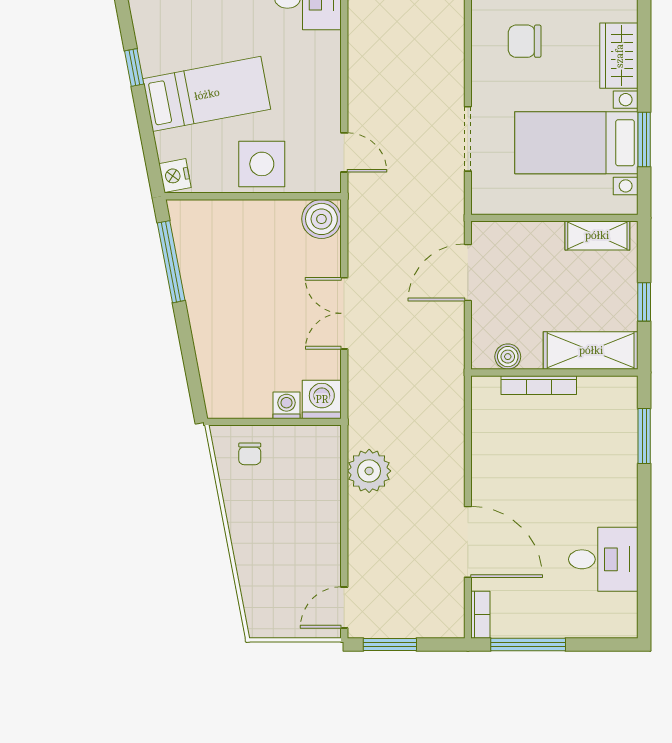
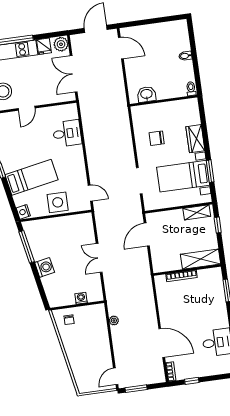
boiler: (321, 219) -> (85, 221), removed
window: (644, 302) -> (218, 225), moved
boiler: (508, 357) -> (167, 266), removed
washing machine: (322, 399) -> (45, 267), moved, turned 79
plant: (369, 471) -> (114, 321), width x0.53, depth x0.53
window: (528, 644) -> (192, 381), width x0.46

